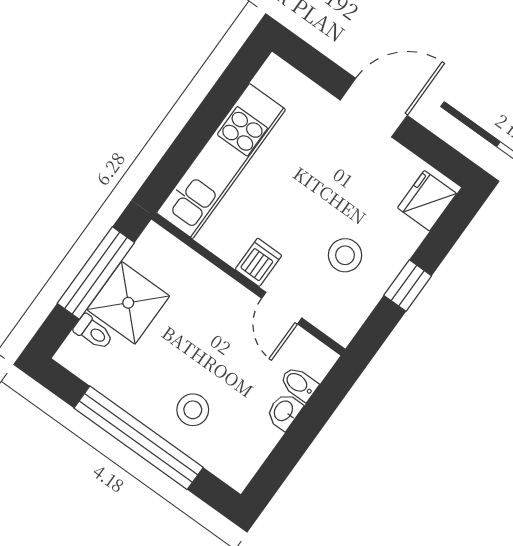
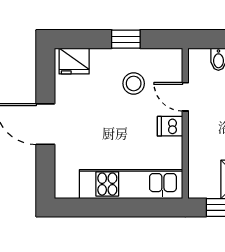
door: (282, 308) -> (185, 97), swing flipped

